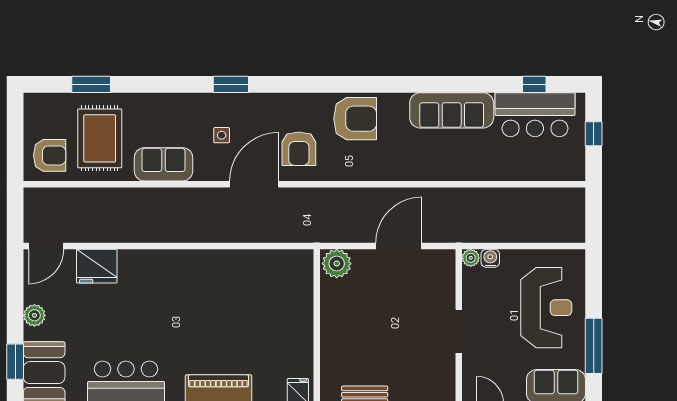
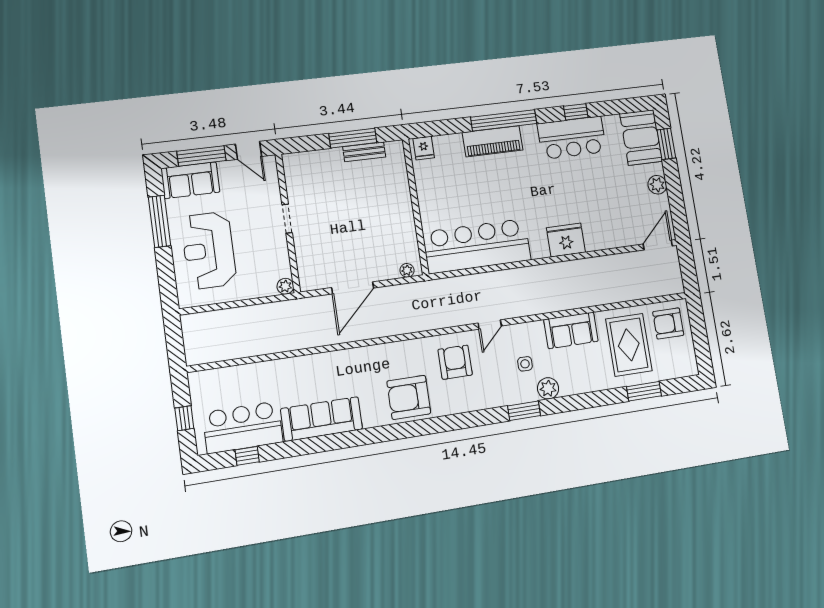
plant: (200, 104) -> (548, 388), added
door: (254, 184) -> (490, 324), width x0.53
water cooler: (490, 258) -> (267, 288), removed
plant: (337, 264) -> (407, 270), width x0.53, depth x0.53
fridge: (97, 266) -> (566, 240), moved
bar counter: (255, 273) -> (477, 246), added
doorway: (459, 331) -> (287, 219), width x0.73

